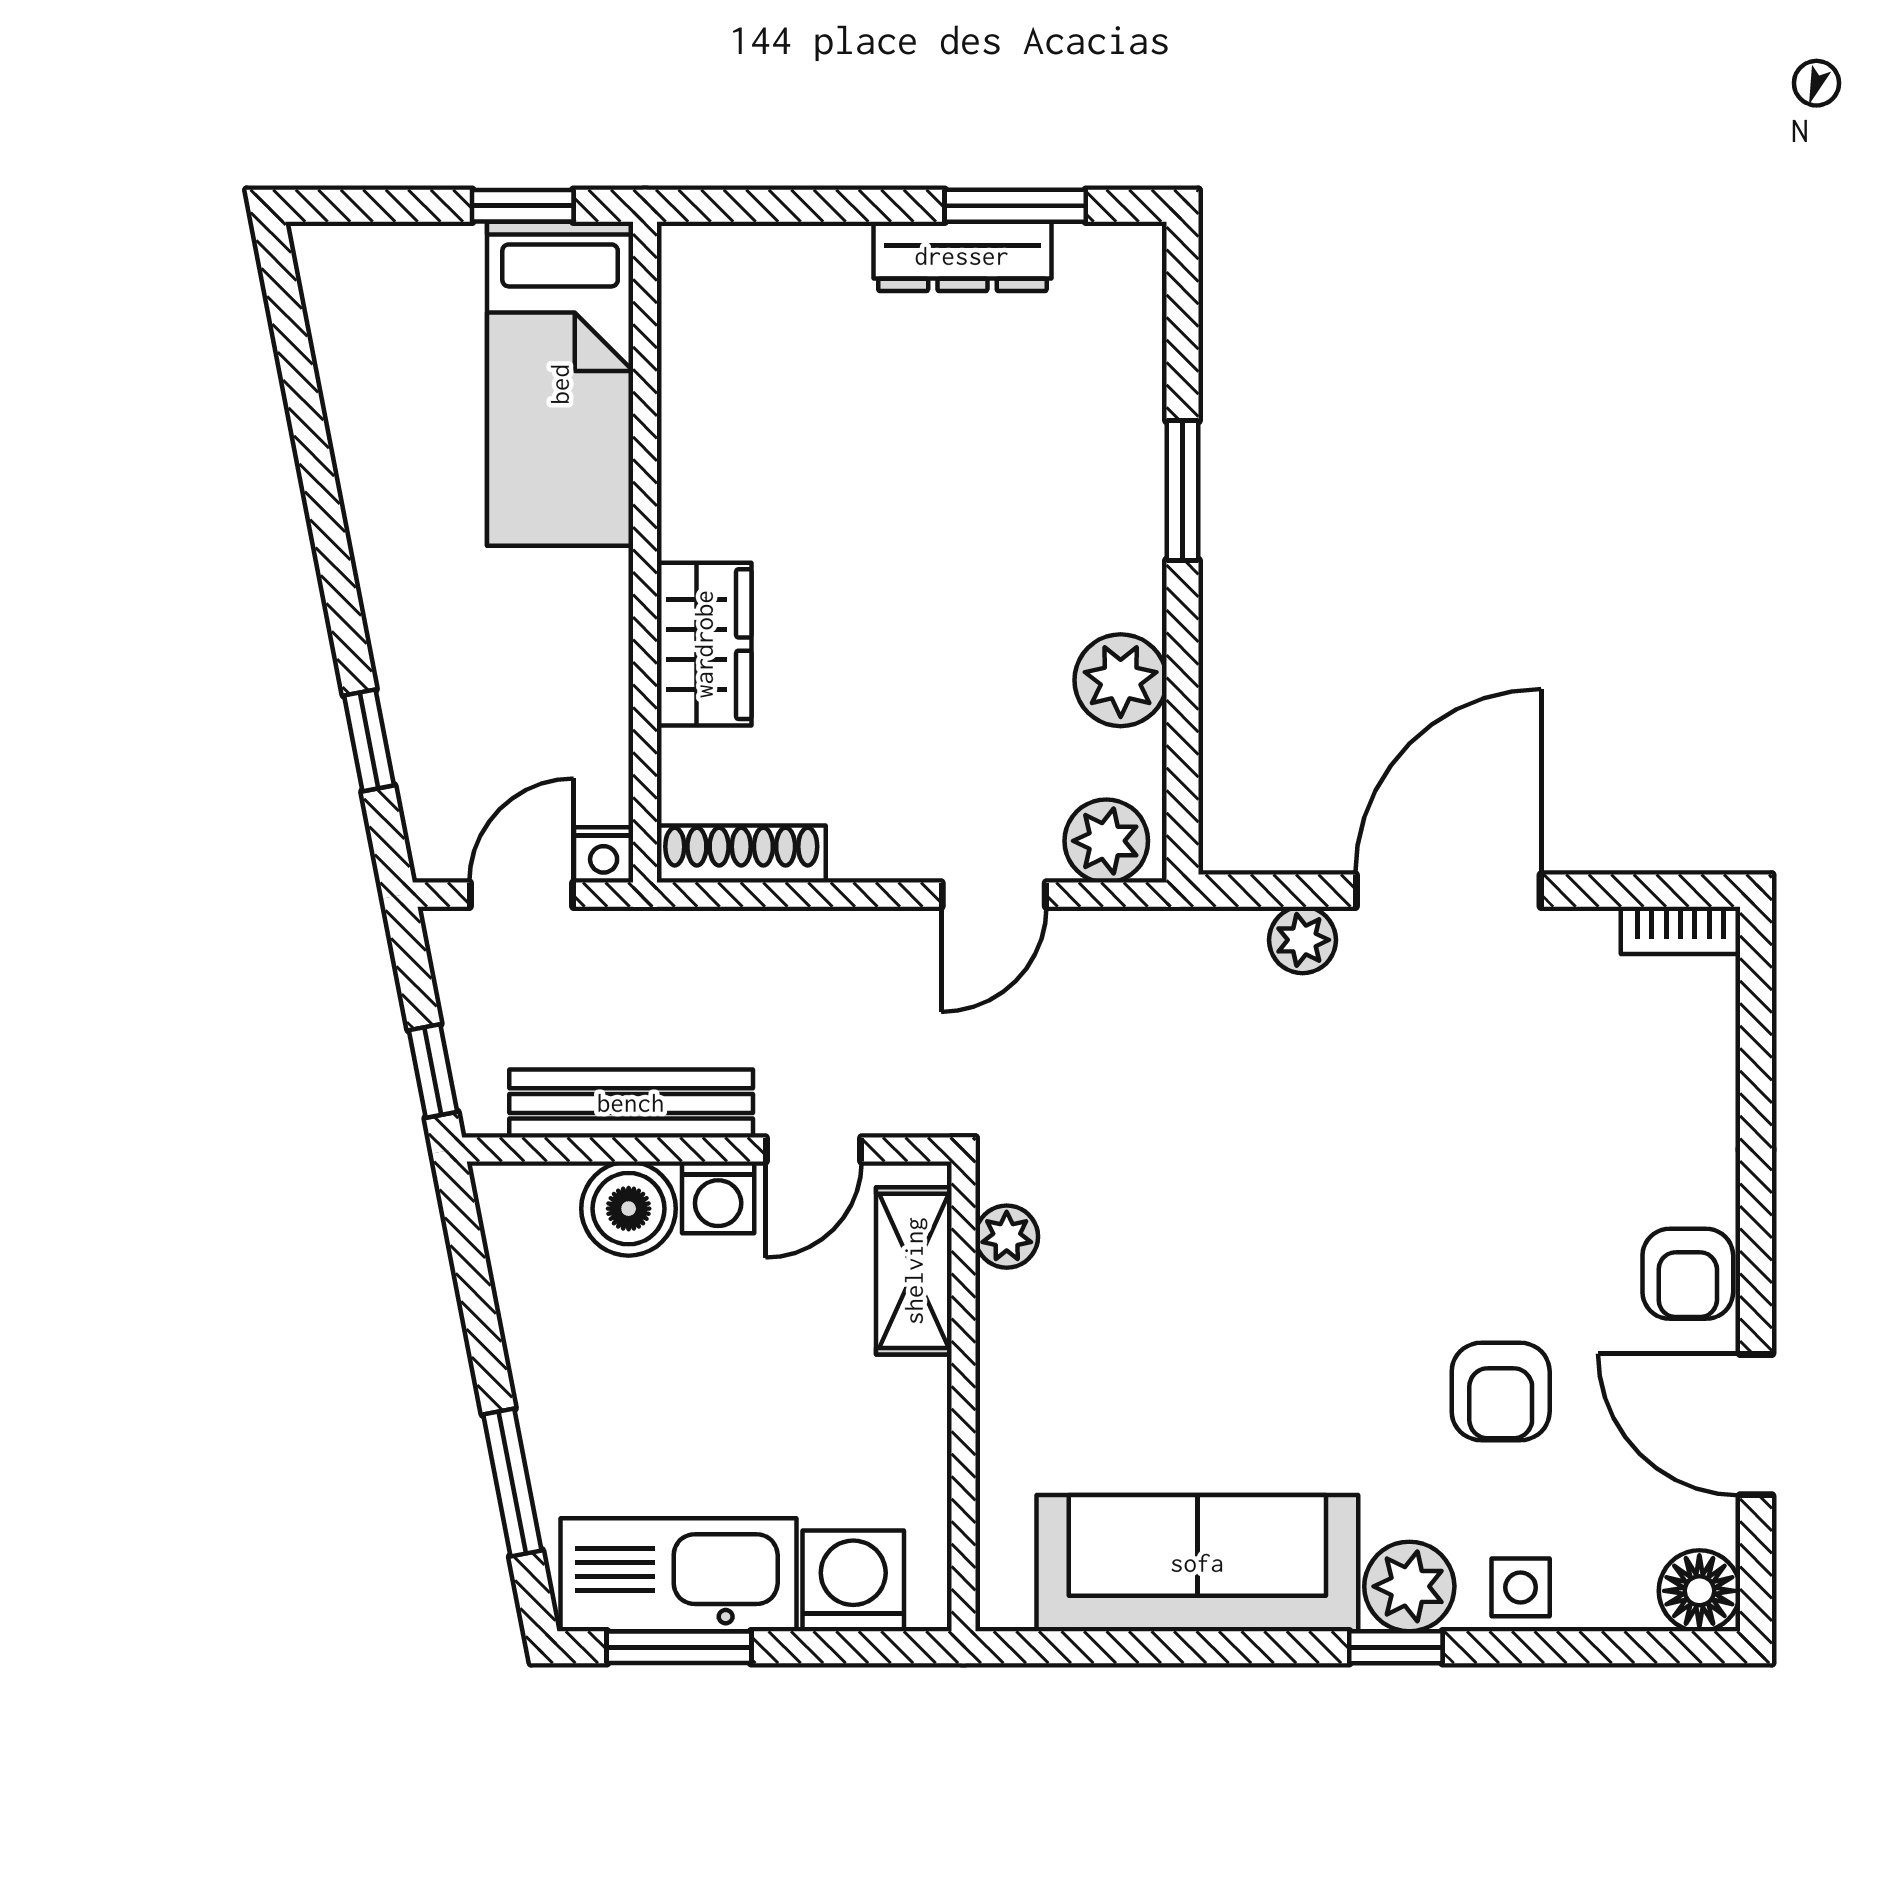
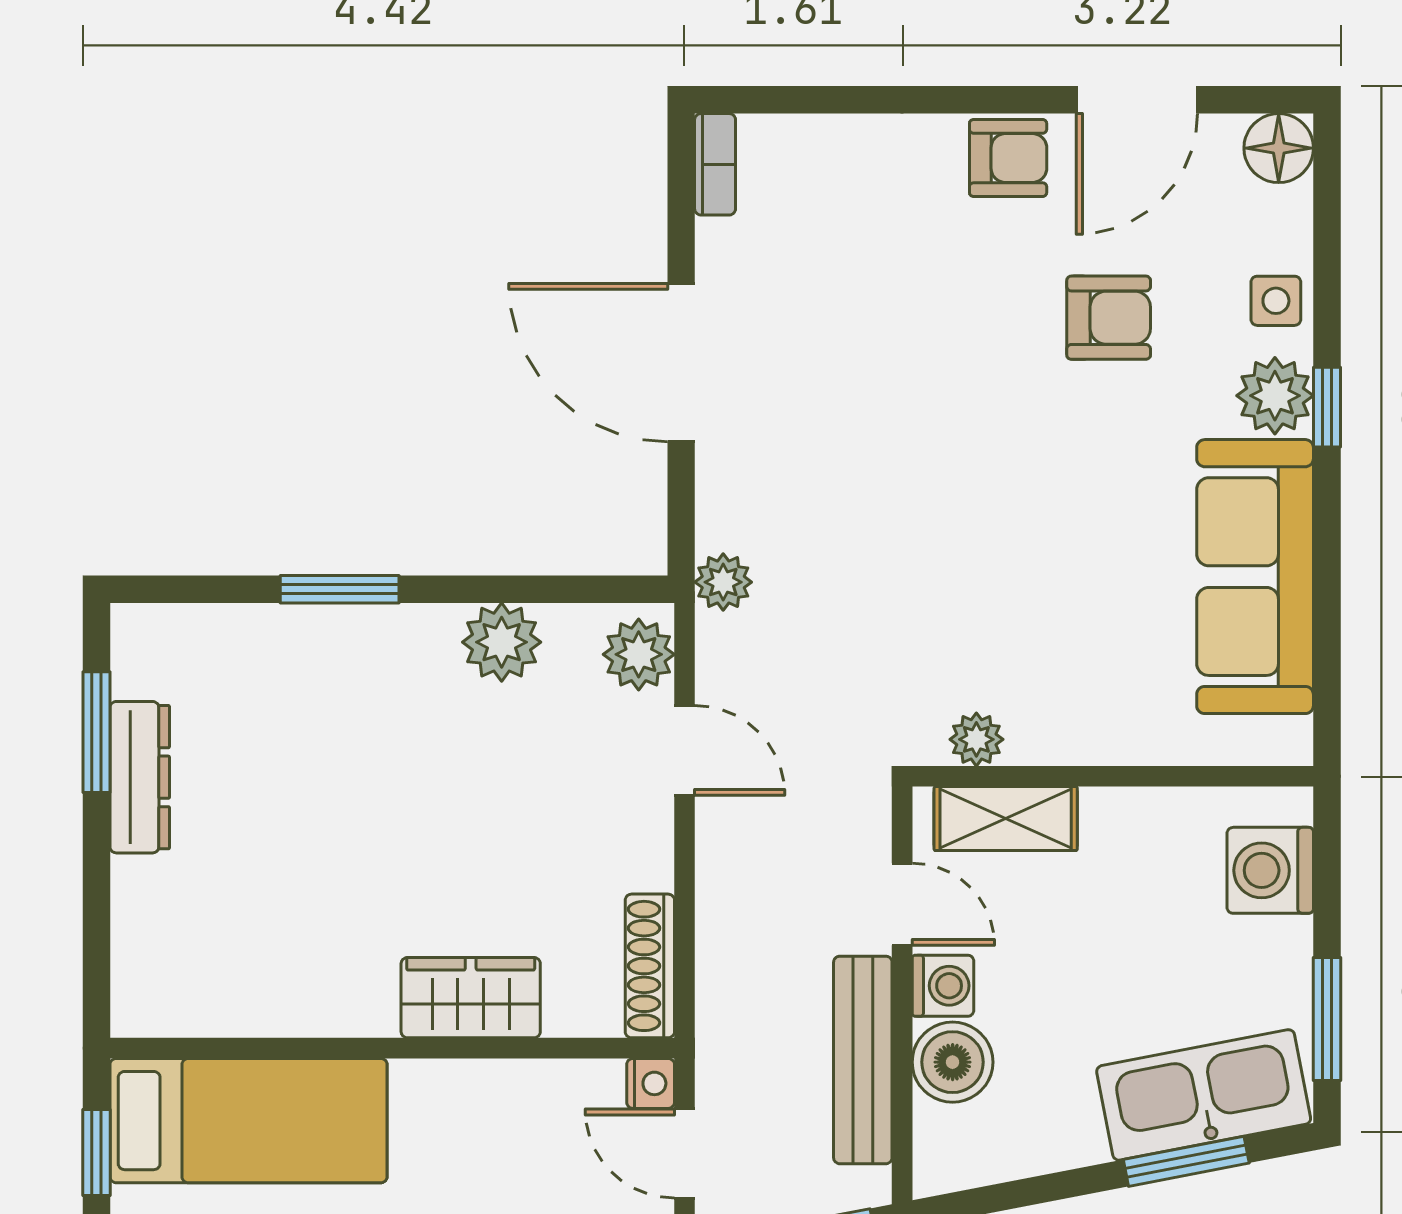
plant: (1303, 940) -> (723, 582), moved
kitchen sink: (679, 1575) -> (1204, 1095), moved, turned 79

